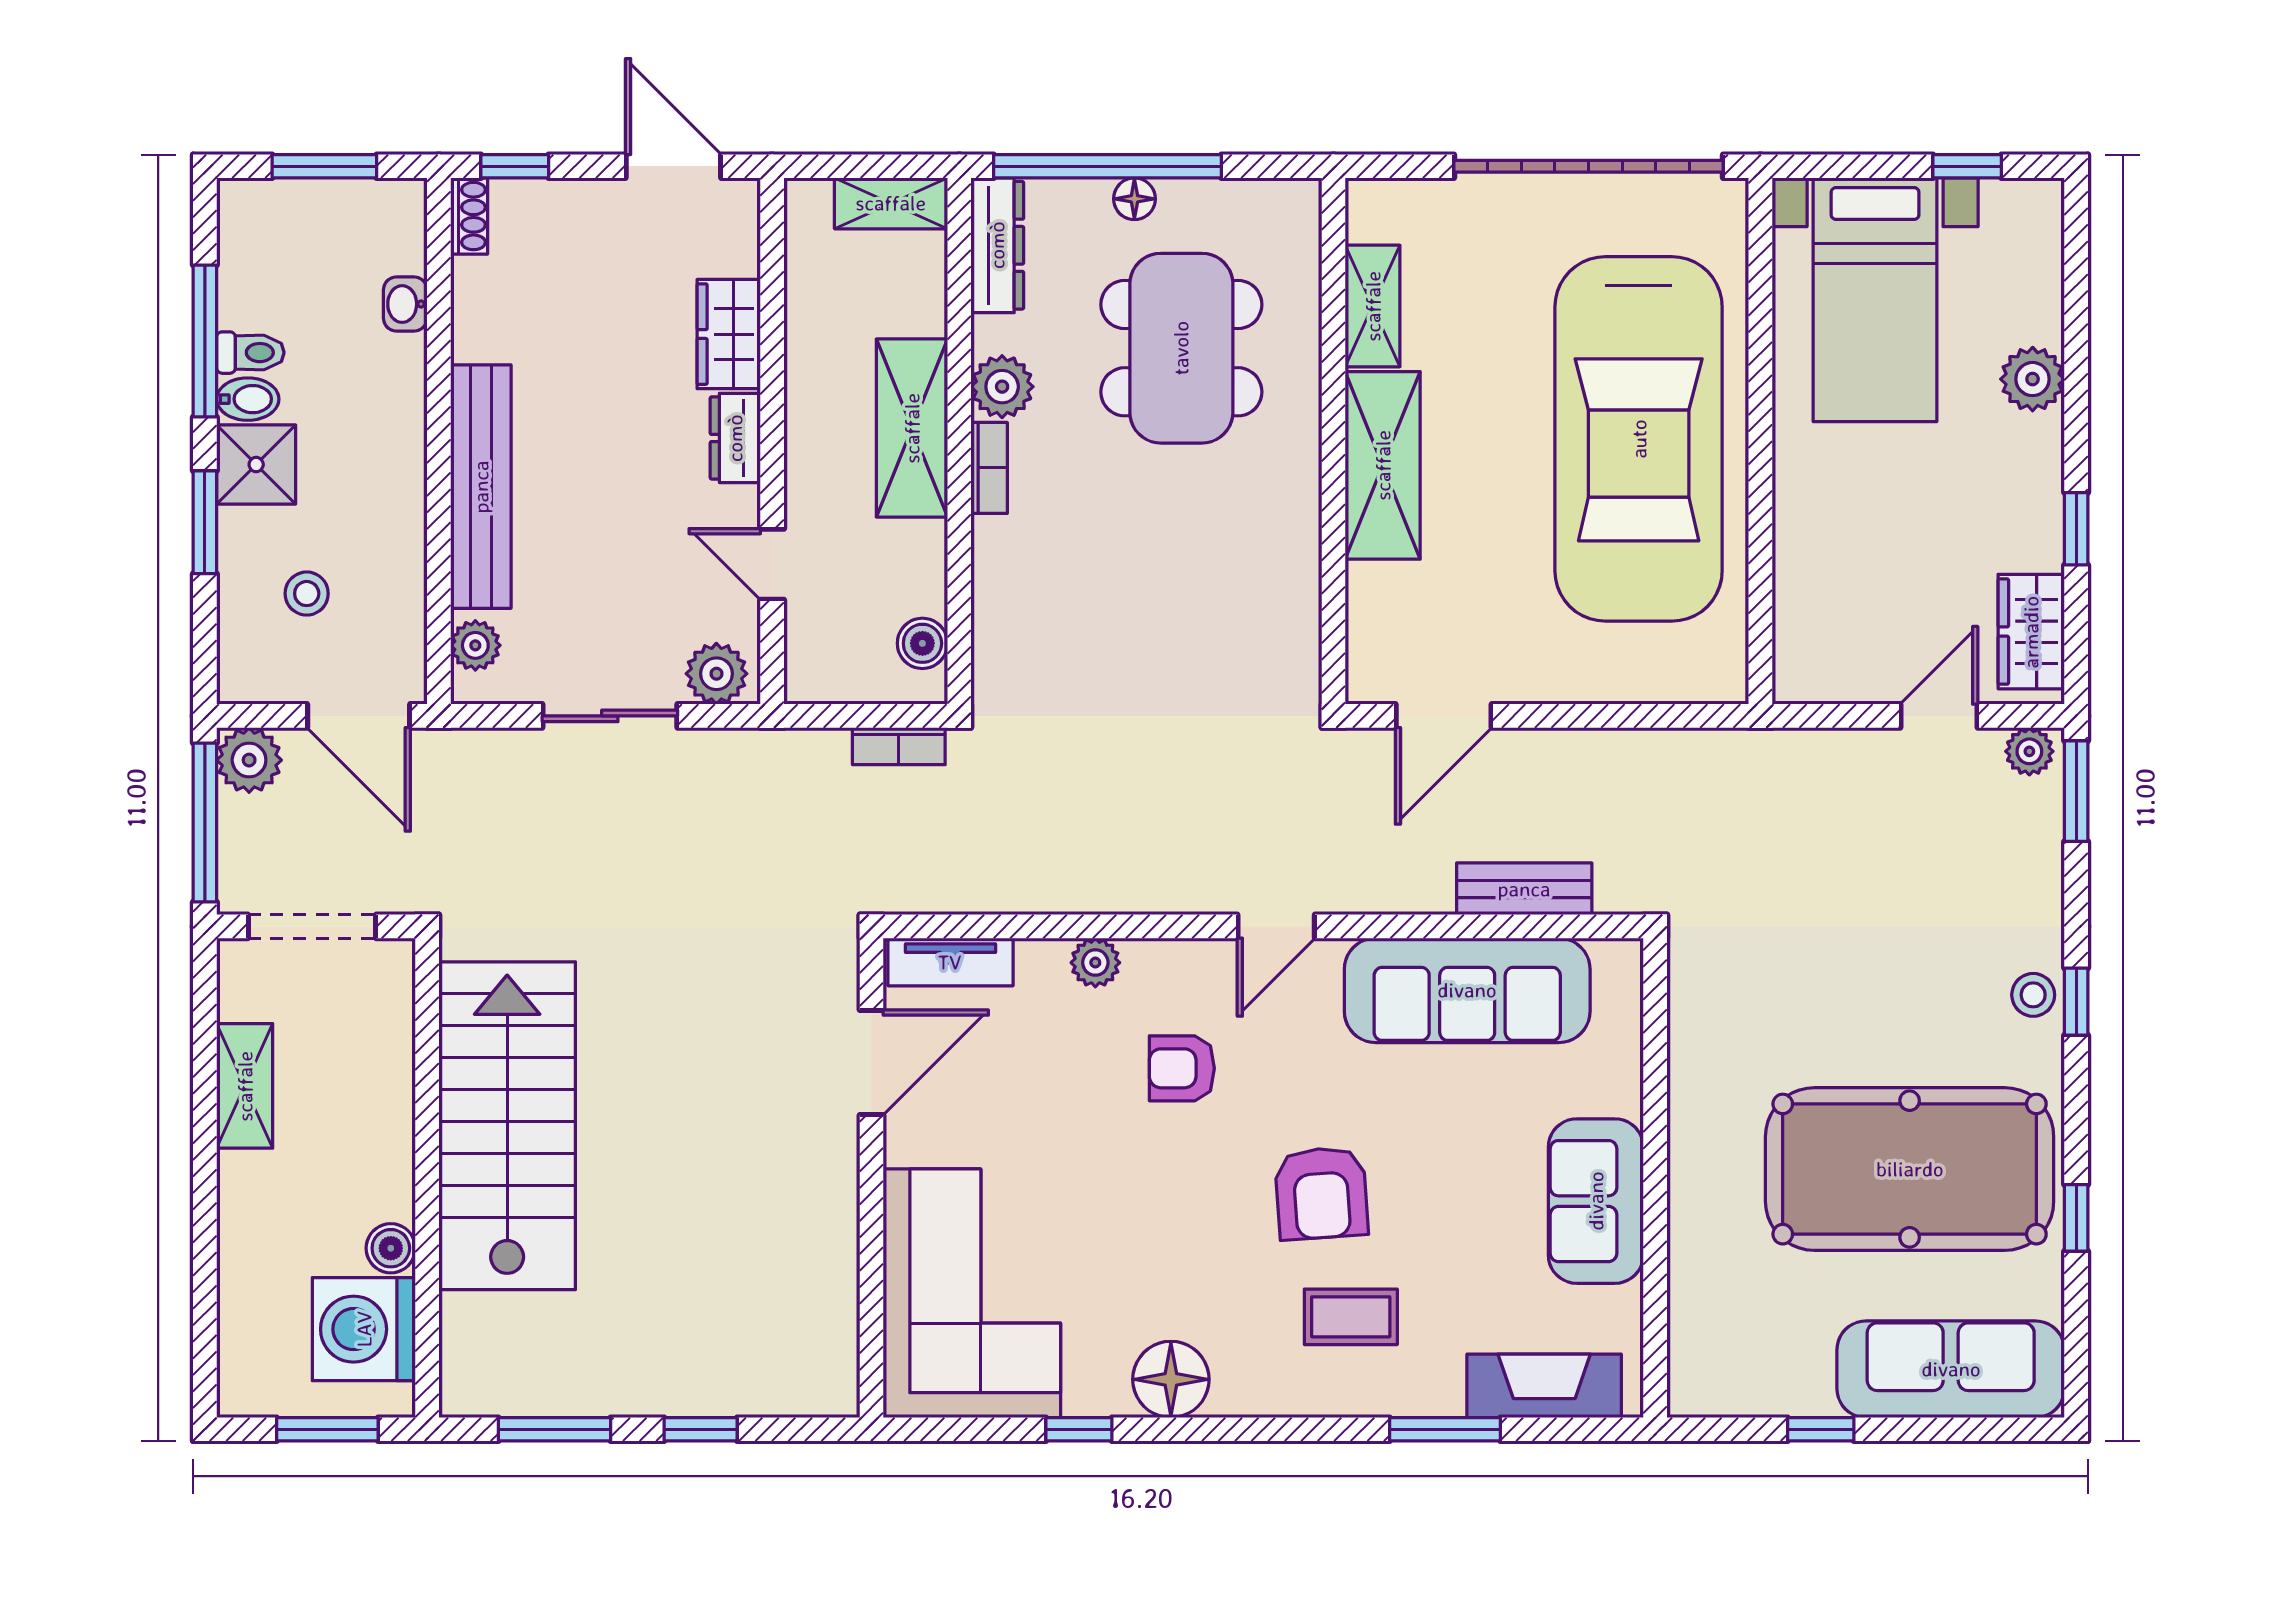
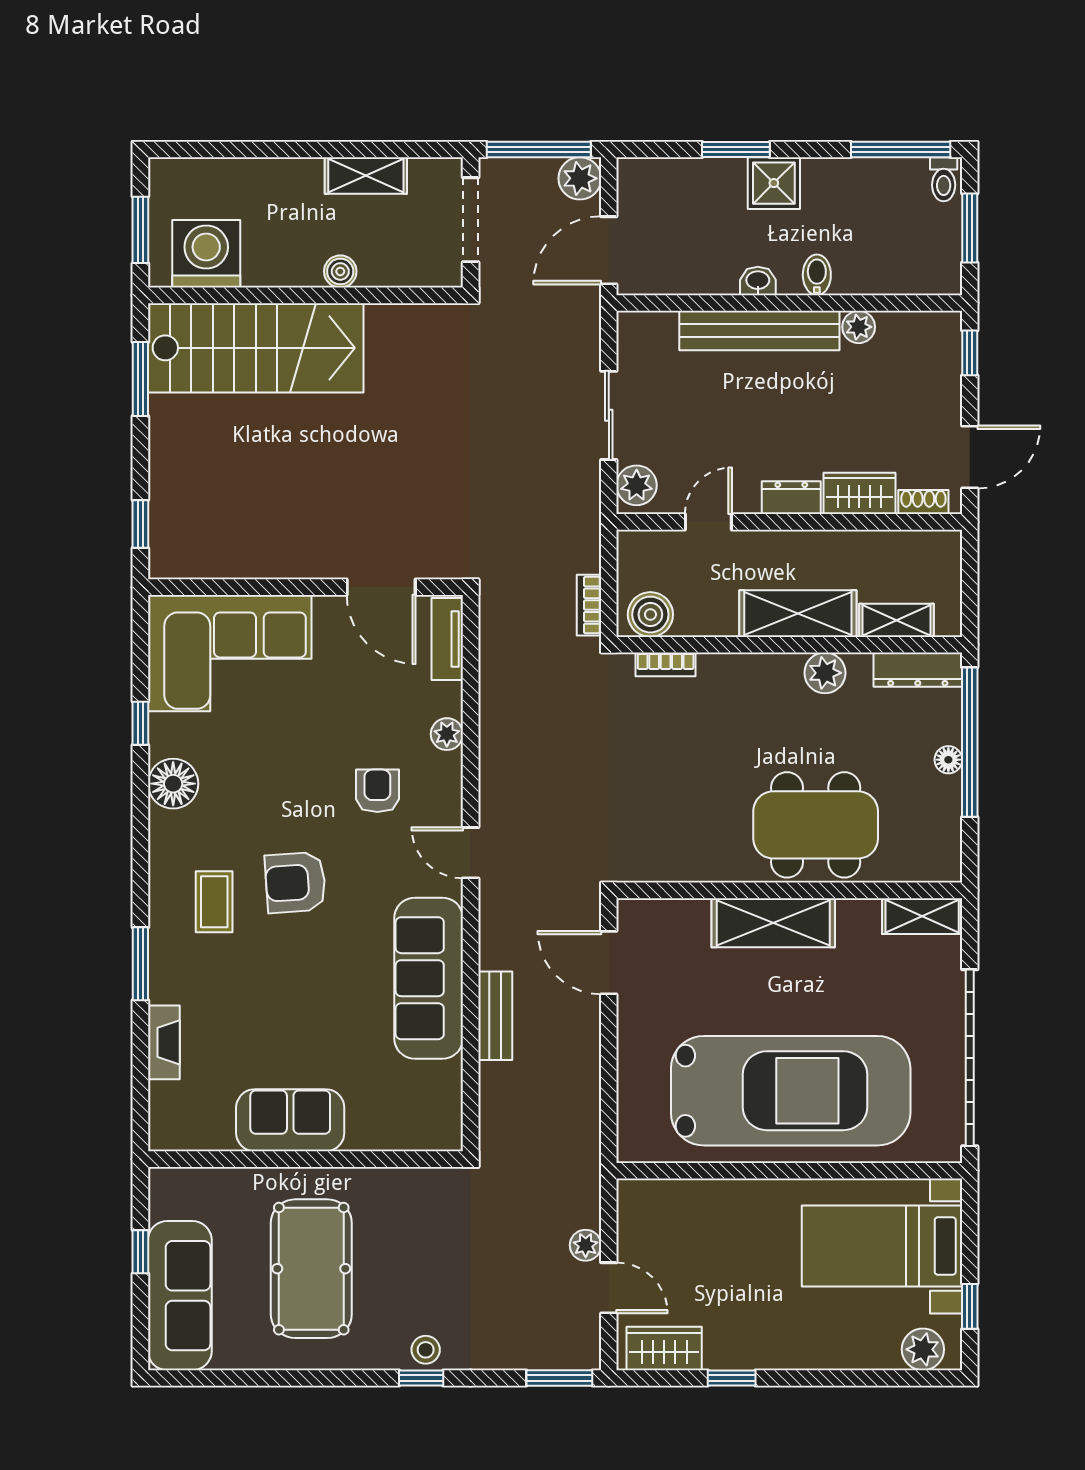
shelving: (891, 203) -> (897, 620), moved, turned 90
shoe rack: (469, 216) -> (923, 502), moved, turned 180
washbasin: (405, 304) -> (758, 281), moved
shelving: (1373, 306) -> (922, 916), moved
window: (205, 341) -> (901, 149), moved
dining table: (1181, 348) -> (816, 825), moved
toilet: (250, 353) -> (944, 179), moved
plant: (2033, 379) -> (923, 1349), moved
bidet: (248, 399) -> (817, 275), moved, turned 180
car: (1639, 439) -> (791, 1091), turned 180
bookcase: (989, 468) -> (666, 664), moved
stool: (307, 594) -> (689, 216), removed
boiler: (922, 643) -> (650, 615), width x1.36, depth x1.36
plant: (475, 645) -> (859, 327), moved
plant: (2029, 751) -> (586, 1245), moved
stairs: (507, 1126) -> (256, 348), moved
pool table: (1910, 1169) -> (311, 1269), width x0.73, depth x0.76
wall: (1655, 1178) -> (306, 1159), moved
sofa: (1596, 1201) -> (290, 1120), moved
window: (2076, 1218) -> (279, 1378), removed
boiler: (391, 1248) -> (340, 271), moved
fireplace: (1544, 1386) -> (164, 1042), width x0.73, depth x0.76
window: (701, 1429) -> (140, 524), moved
window: (1821, 1429) -> (140, 1252), moved

